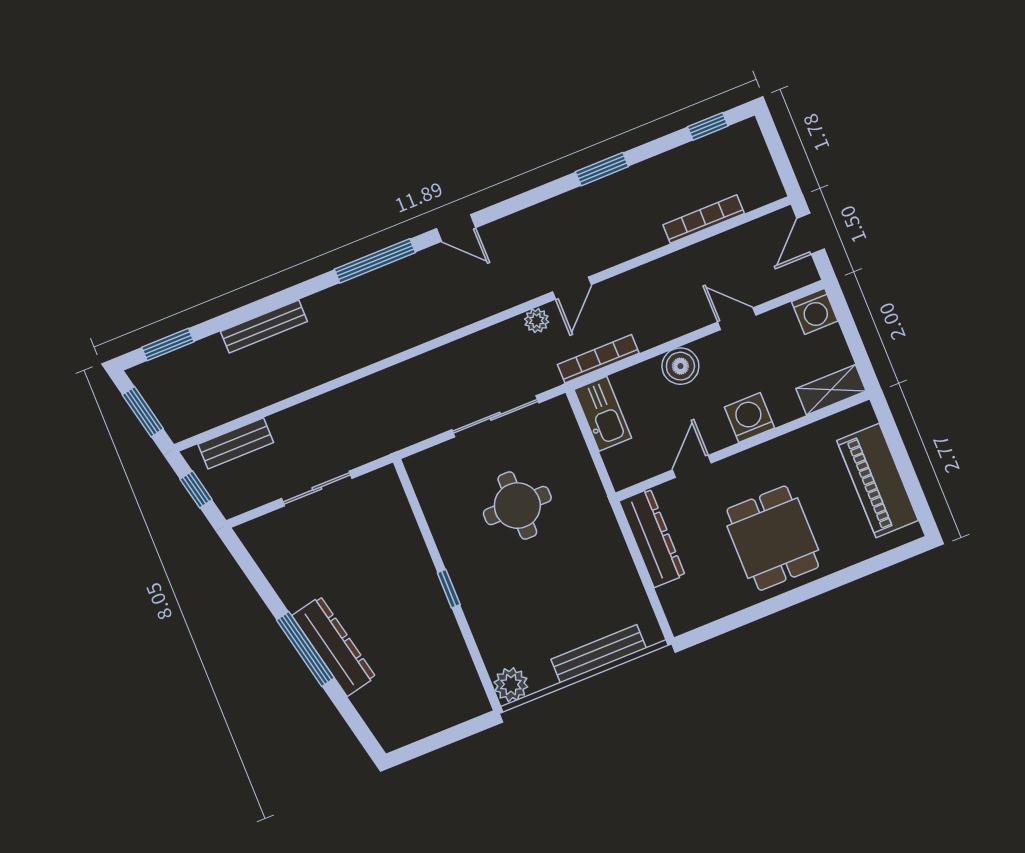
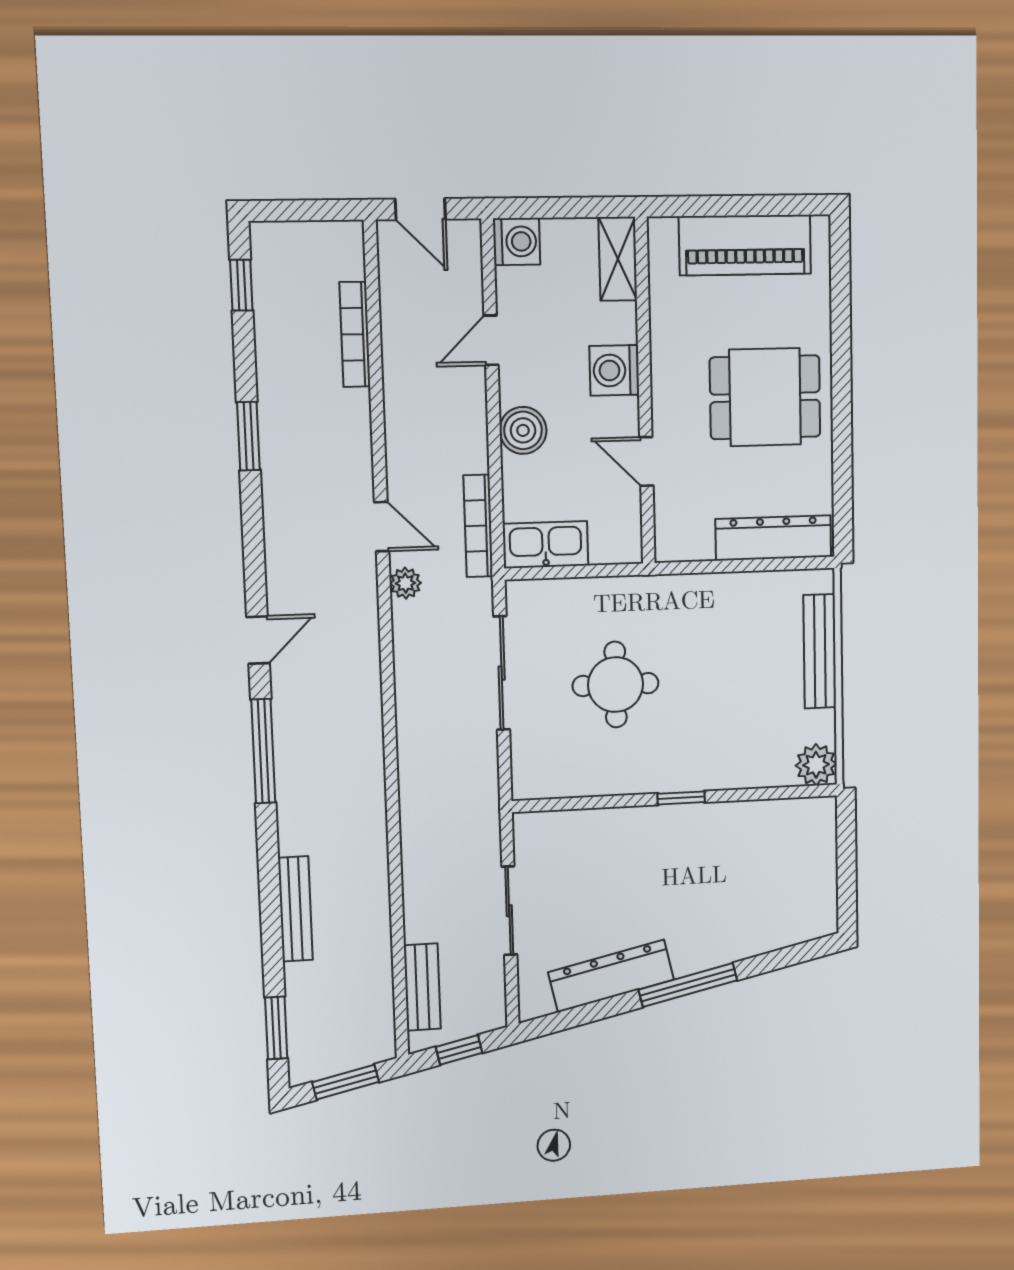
dresser: (652, 538) -> (773, 538), moved
dresser: (334, 646) -> (611, 976), moved

